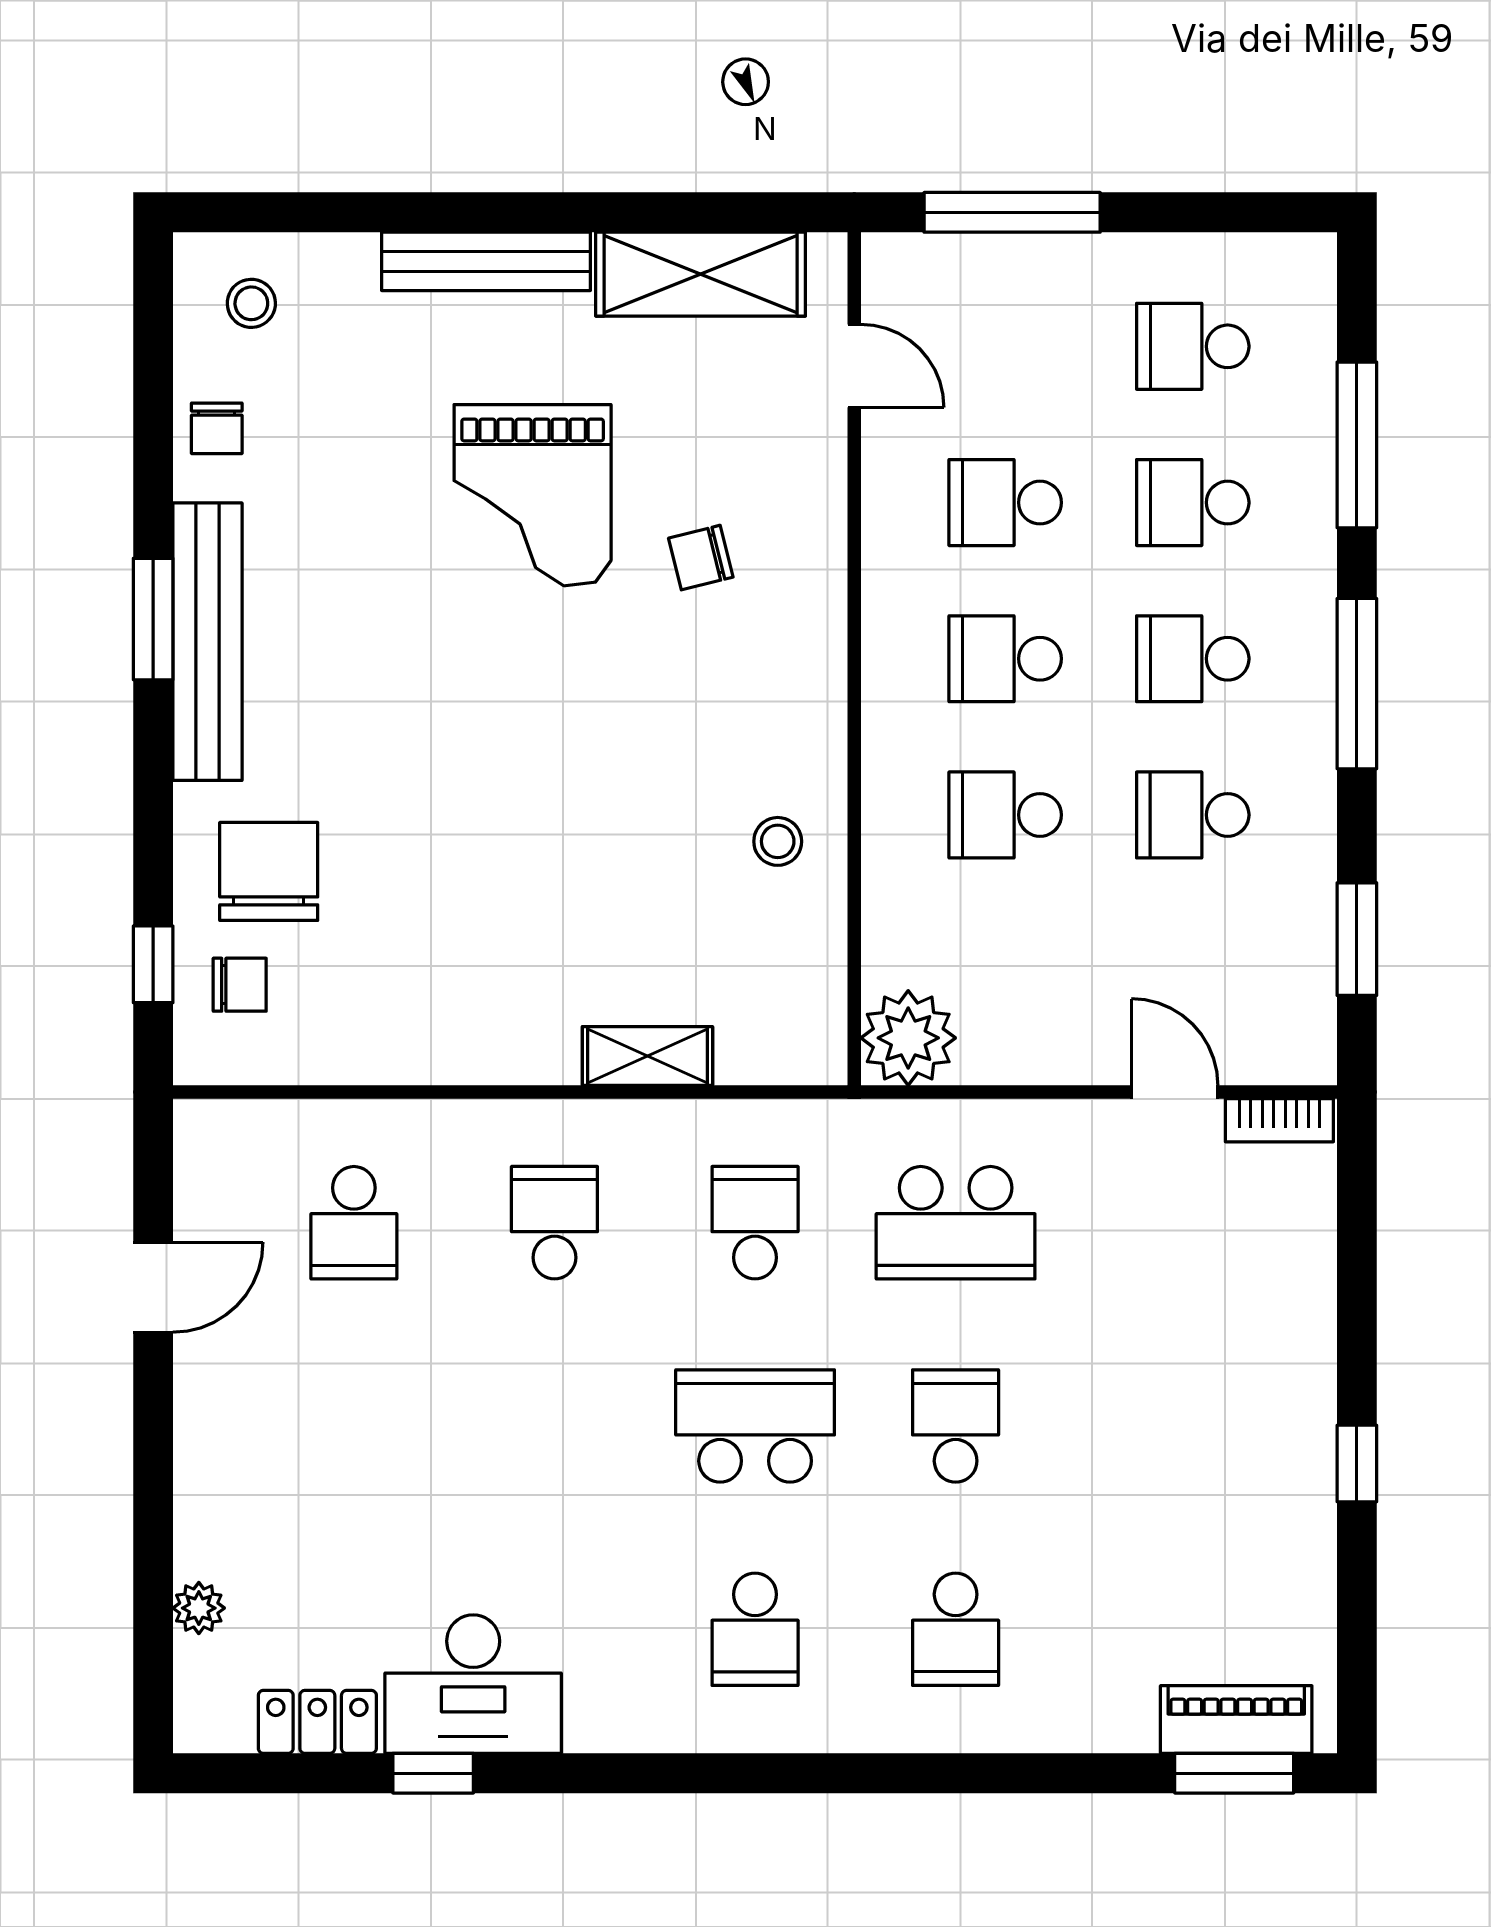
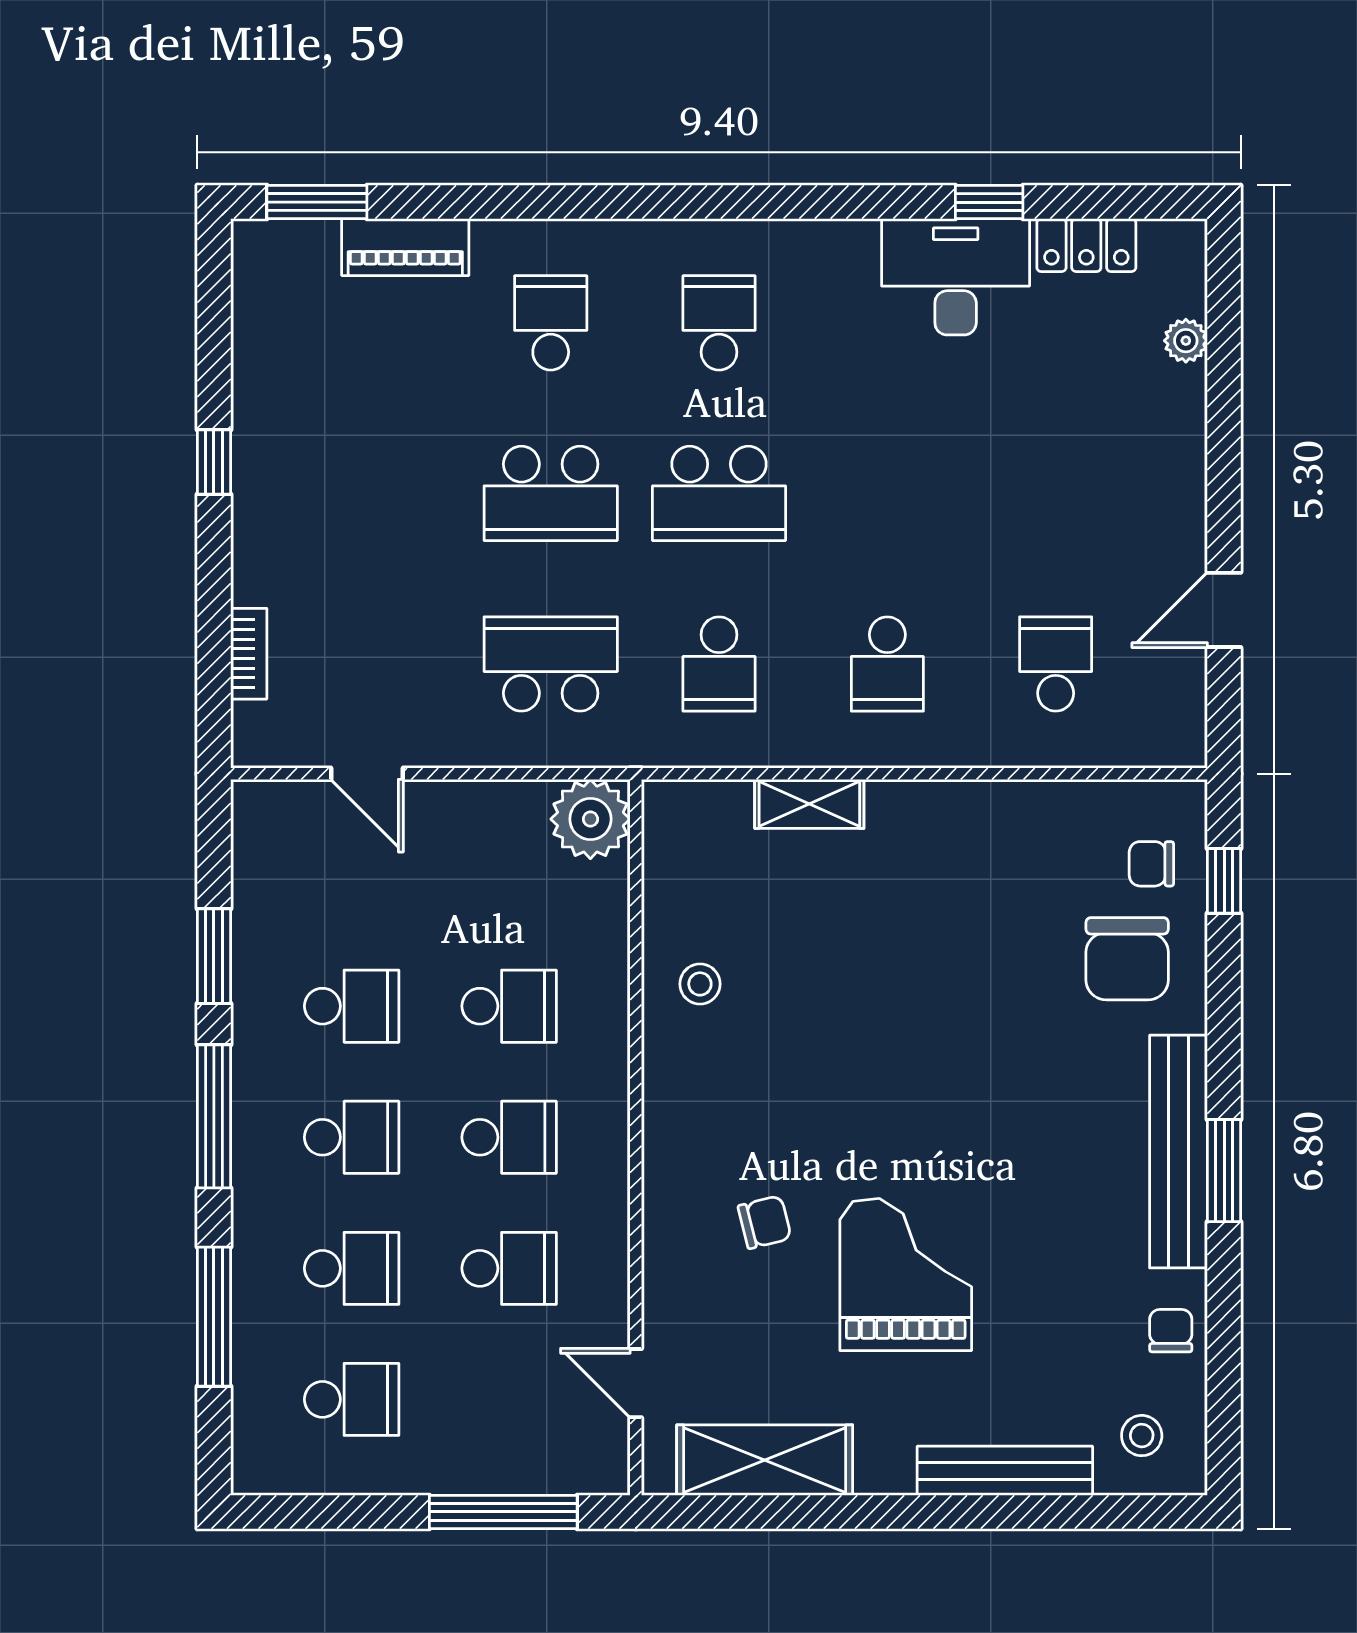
bench: (486, 261) -> (1005, 1471), moved
window: (1357, 939) -> (214, 956), moved
bookcase: (1279, 1120) -> (249, 654), moved, turned 90
school desk: (956, 1426) -> (551, 493), width x1.85
piano: (1236, 1719) -> (405, 247), moved

